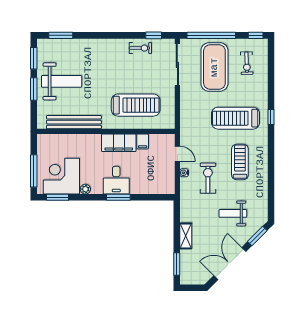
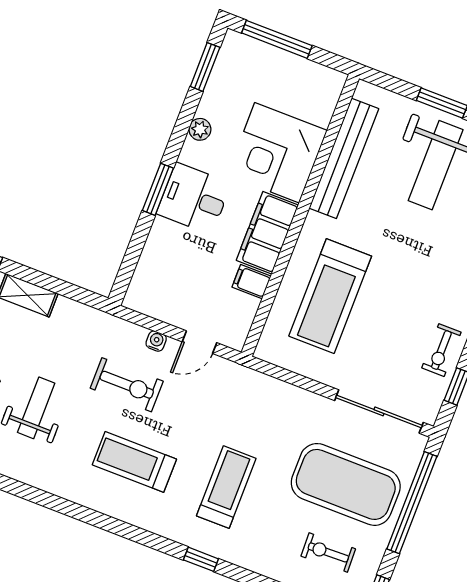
treadmill: (236, 118) -> (226, 487), width x0.73, depth x0.73
treadmill: (240, 162) -> (134, 462), turned 180
corner desk: (61, 176) -> (277, 153), moved, turned 180

